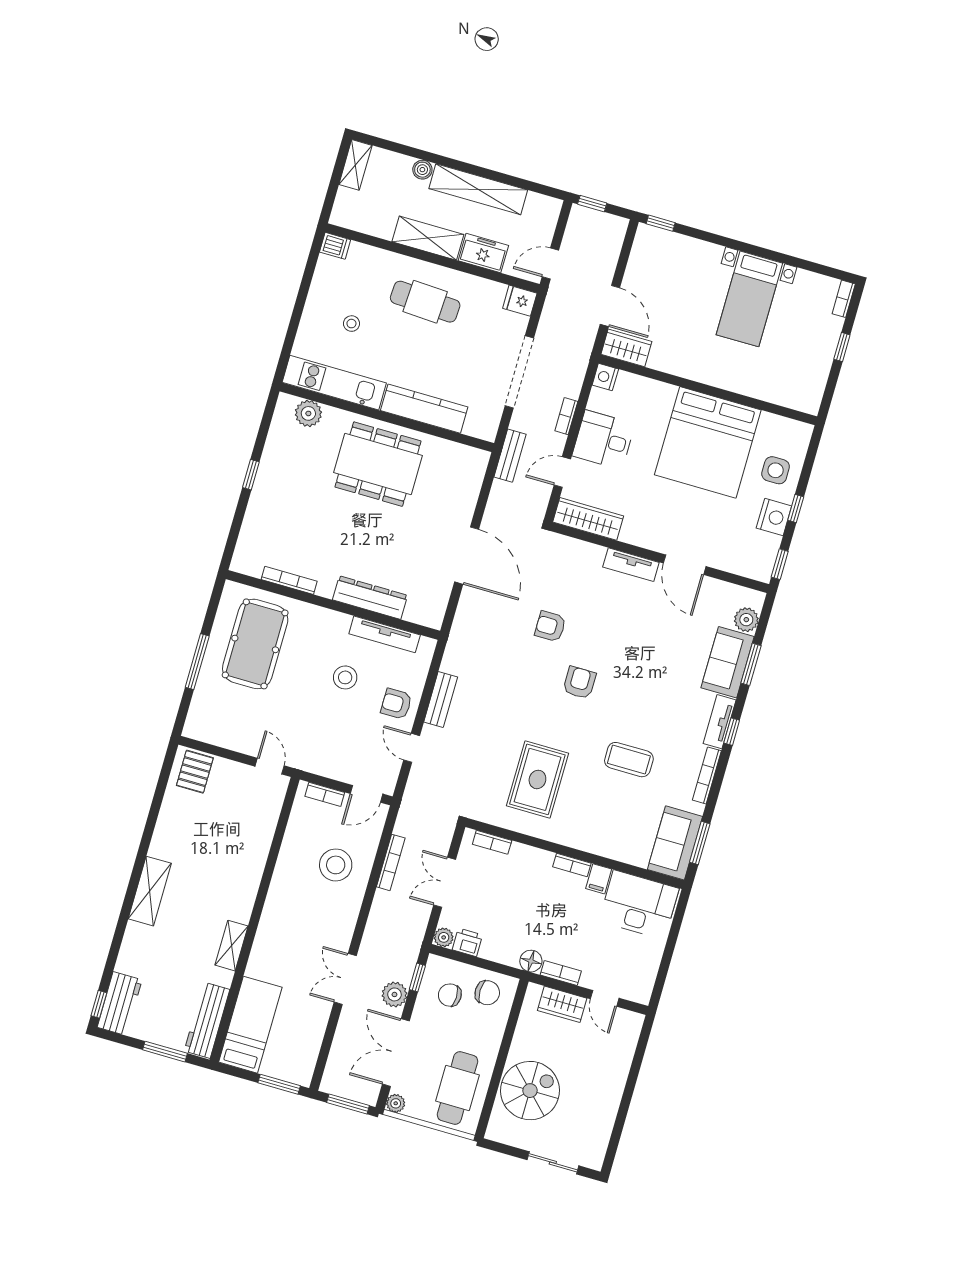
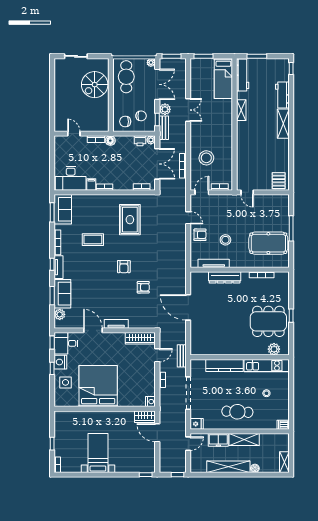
desk: (604, 440) -> (66, 343), moved, turned 180
dining table: (378, 464) -> (268, 321), moved
pool table: (255, 644) -> (268, 243), turned 90
bench: (441, 700) -> (164, 128), moved
double door: (445, 882) -> (157, 164), width x1.37
workbench: (120, 1003) -> (282, 95), moved
wardrobe: (562, 1004) -> (91, 126), removed

